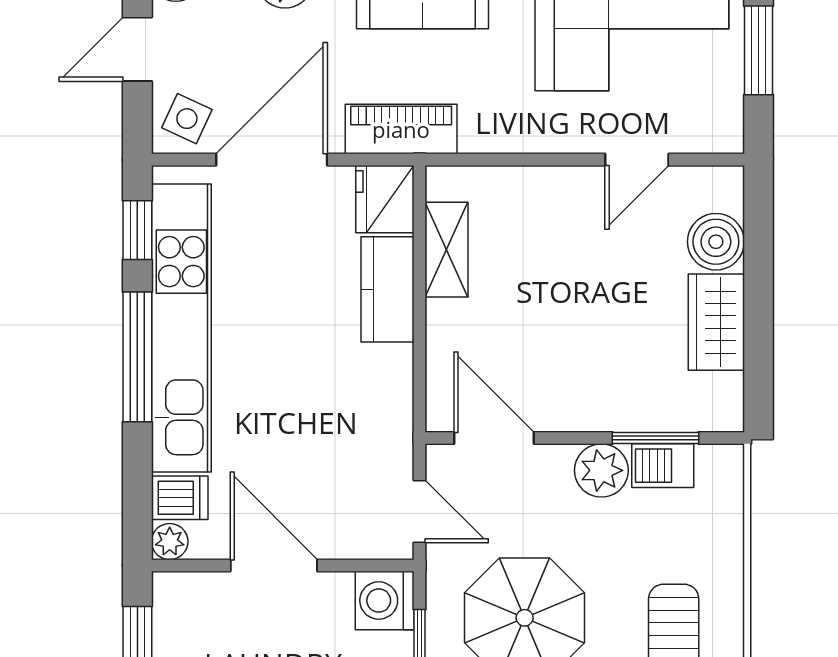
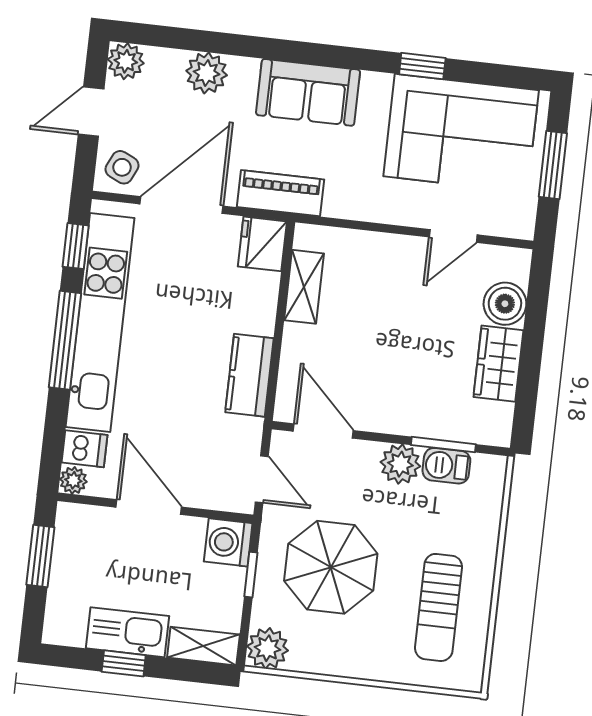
kitchen counter: (388, 289) -> (249, 375), moved

